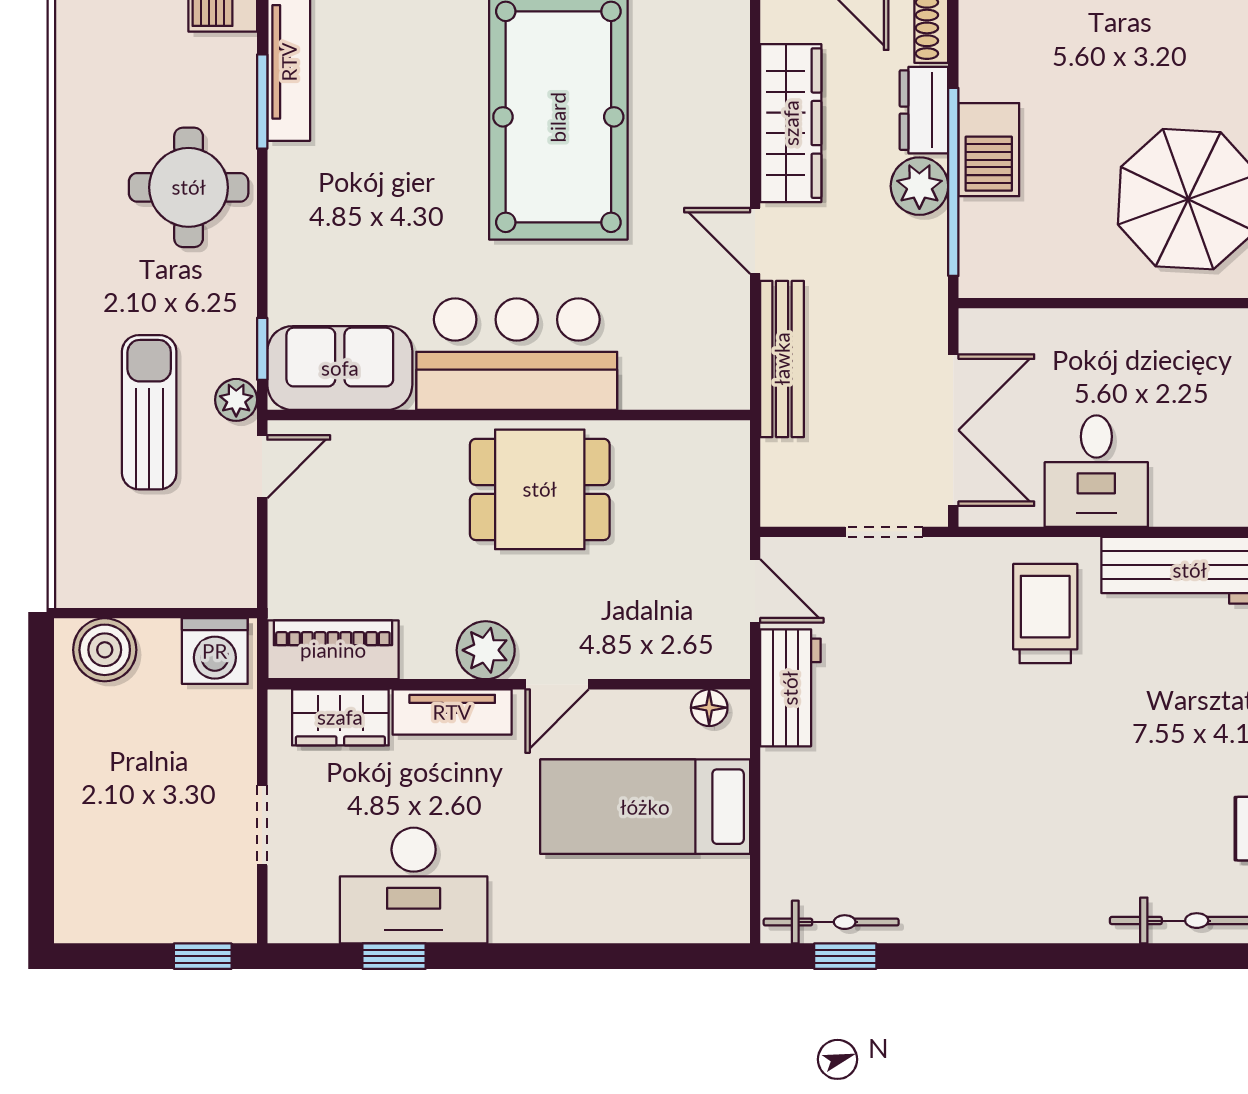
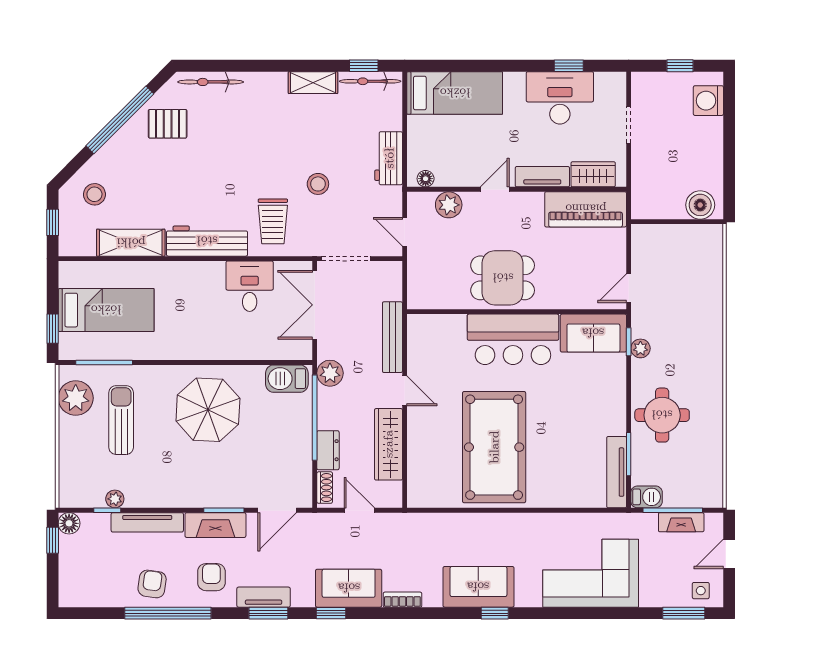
barbecue: (989, 150) -> (287, 379), moved, turned -90
plant: (919, 186) -> (330, 373), moved
plant: (236, 400) -> (640, 348), moved
sun lounger: (149, 412) -> (680, 313), removed
doorway: (884, 532) -> (346, 259), width x1.38
piano: (333, 650) -> (586, 209), width x1.37, depth x1.33
plant: (486, 650) -> (449, 205), moved
washing machine: (215, 651) -> (708, 101), moved, turned -90
workbench: (790, 688) -> (389, 158), moved
stool: (946, 696) -> (318, 184), added
bed: (645, 807) -> (455, 93), moved
shelving: (957, 919) -> (313, 83), added
window: (203, 956) -> (680, 66), moved

